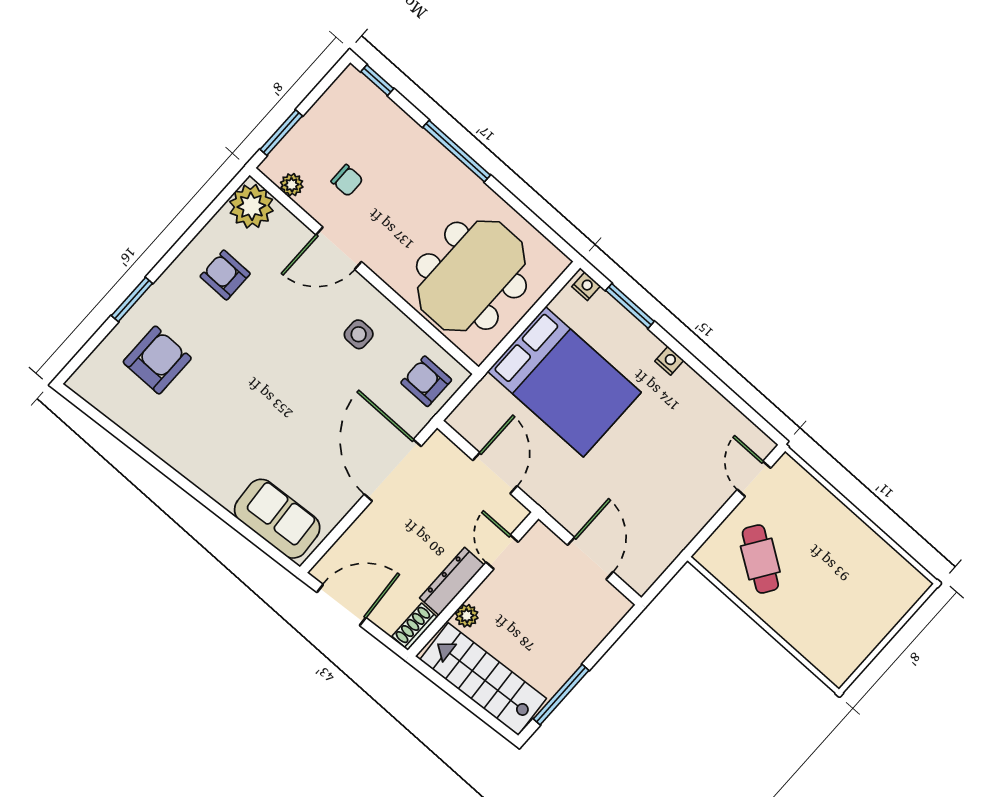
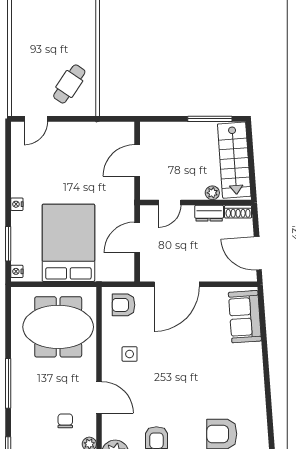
armchair: (426, 381) -> (124, 305), turned 90
dresser: (452, 581) -> (209, 213), width x0.70

